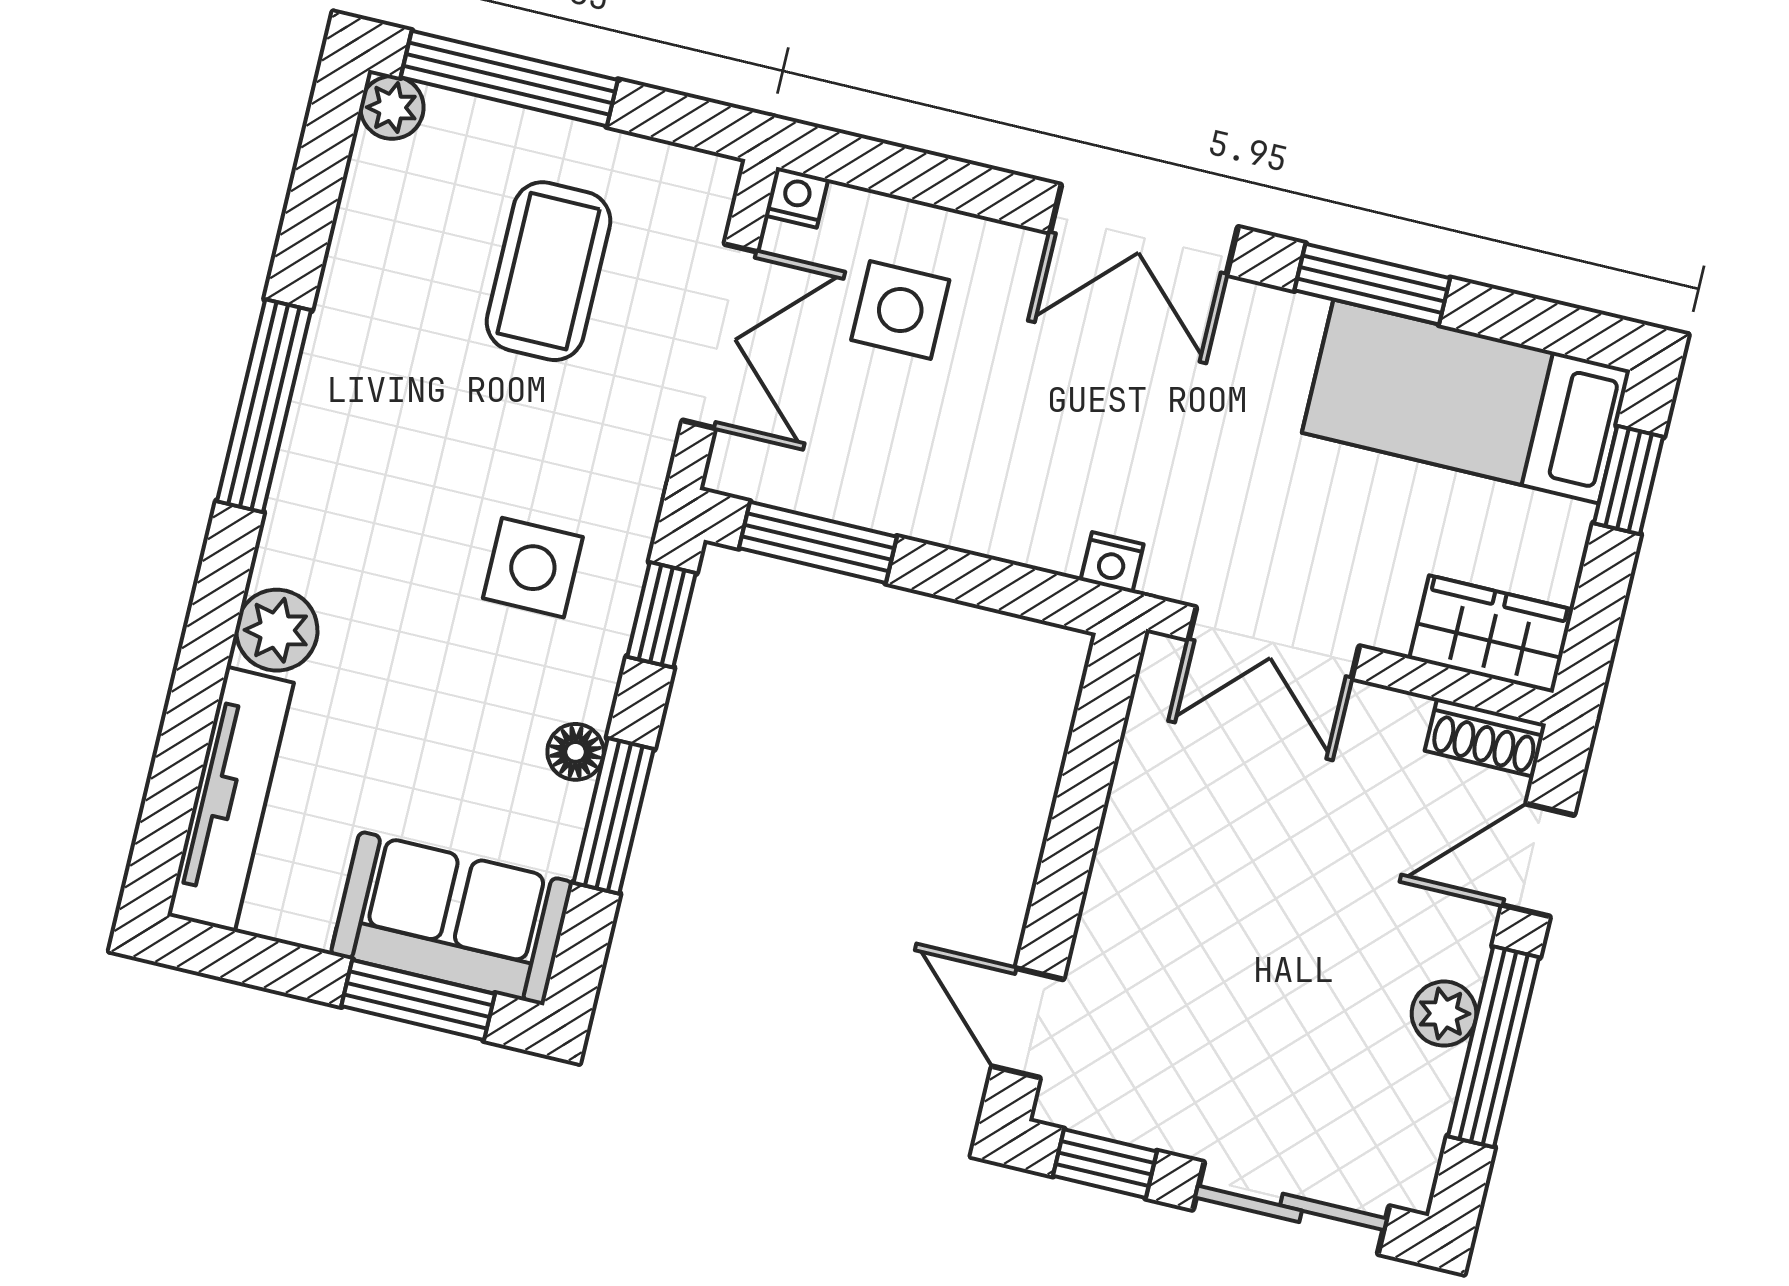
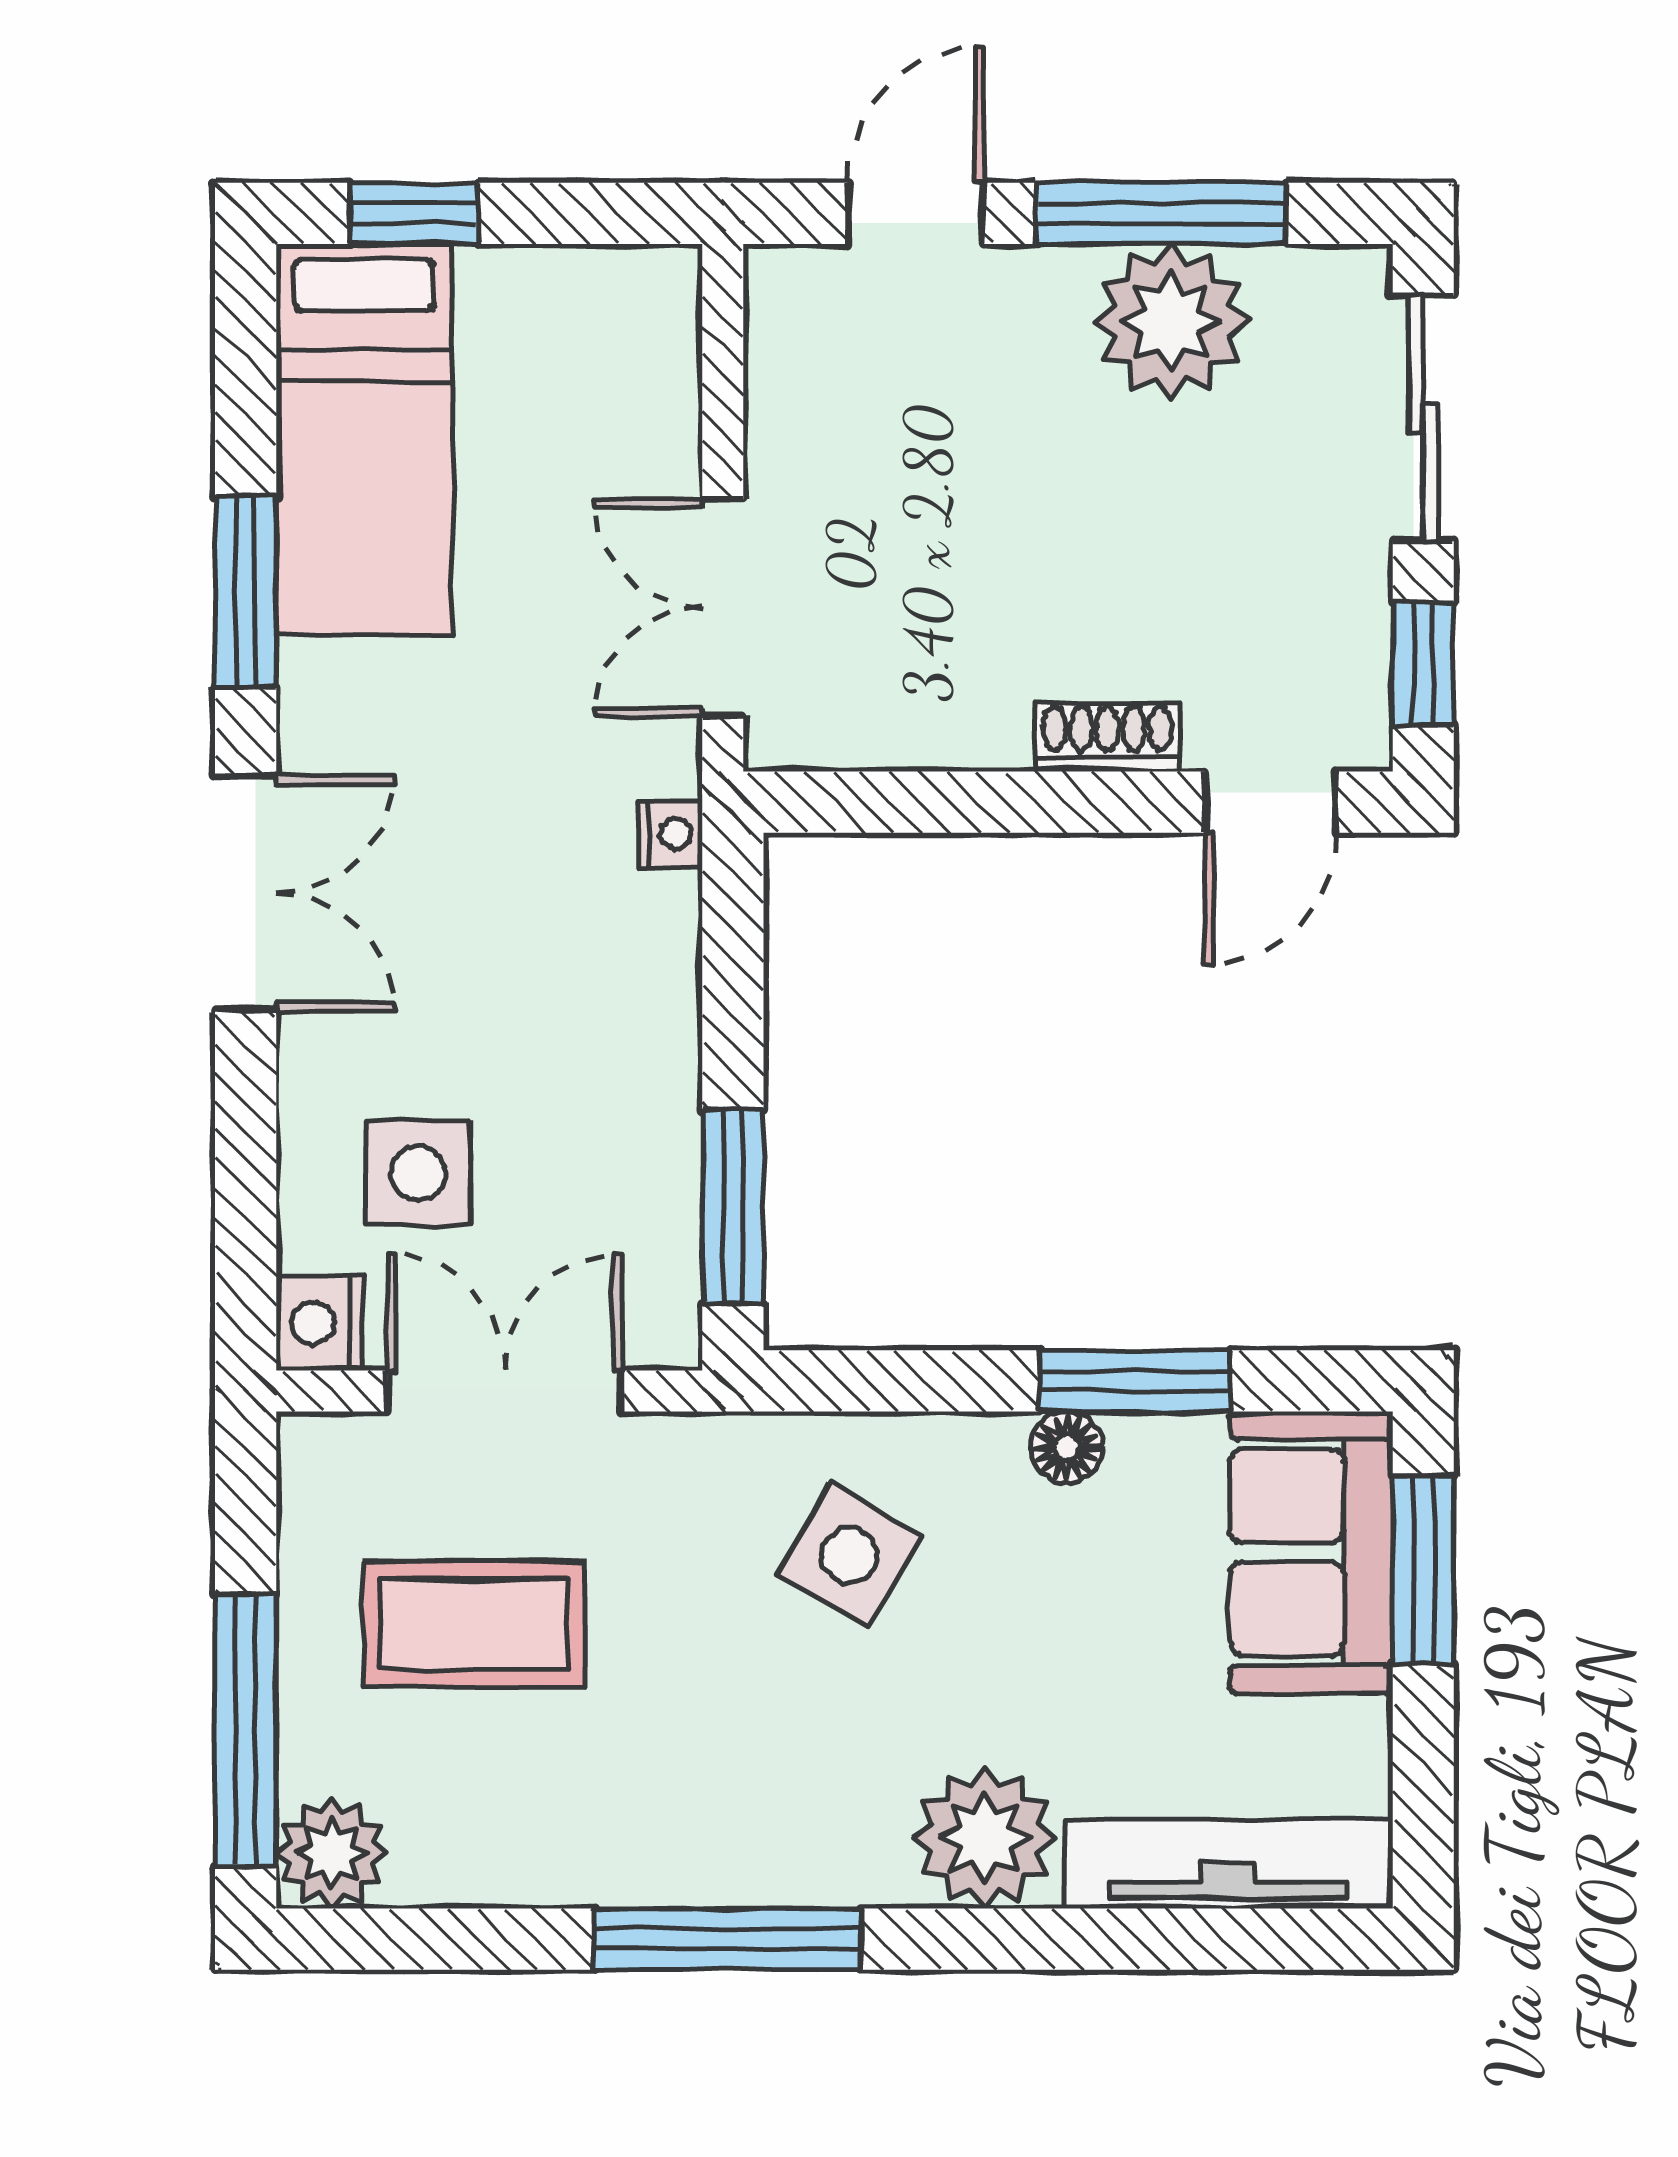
plant: (392, 107) -> (332, 1853), width x1.38, depth x1.38
nightstand: (796, 197) -> (320, 1323), width x1.39, depth x1.35
side table: (533, 568) -> (849, 1555), turned 30
window: (661, 615) -> (870, 1381), removed
plant: (277, 630) -> (985, 1838), width x1.36, depth x1.36
wardrobe: (1491, 634) -> (647, 339), removed
double door: (1274, 643) -> (723, 608), swing flipped
shoe rack: (1485, 737) -> (1107, 737), moved, turned -90
door: (1538, 860) -> (915, 213), swing flipped
plant: (1444, 1014) -> (1171, 321), width x1.88, depth x1.88

